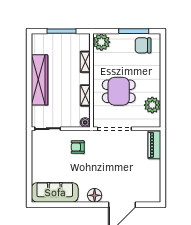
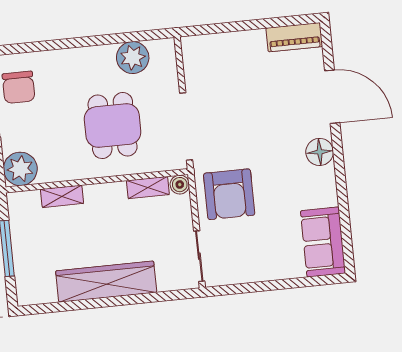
shelving: (85, 95) -> (148, 188), moved
piano: (154, 145) -> (294, 37), moved
armchair: (78, 147) -> (229, 194), width x1.88, depth x1.88
sofa: (55, 192) -> (323, 242), width x0.73

